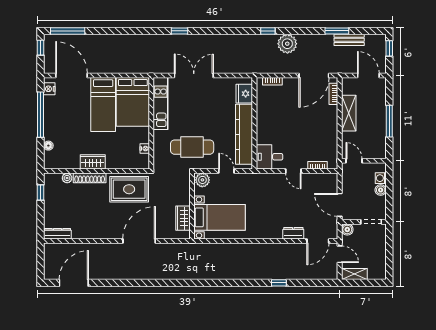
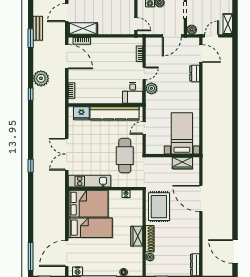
shelving: (349, 113) -> (83, 28), moved
door: (354, 161) -> (136, 24), swing flipped
plant: (202, 180) -> (151, 88), moved
window: (279, 283) -> (235, 85), removed

